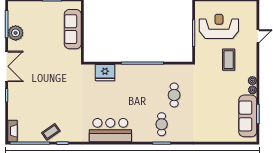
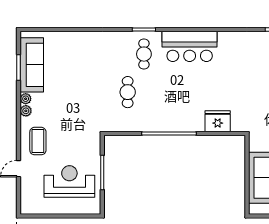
reception desk: (219, 26) -> (69, 181), turned 180
coffee table: (229, 60) -> (38, 141), moved
bar counter: (110, 130) -> (190, 46), moved

